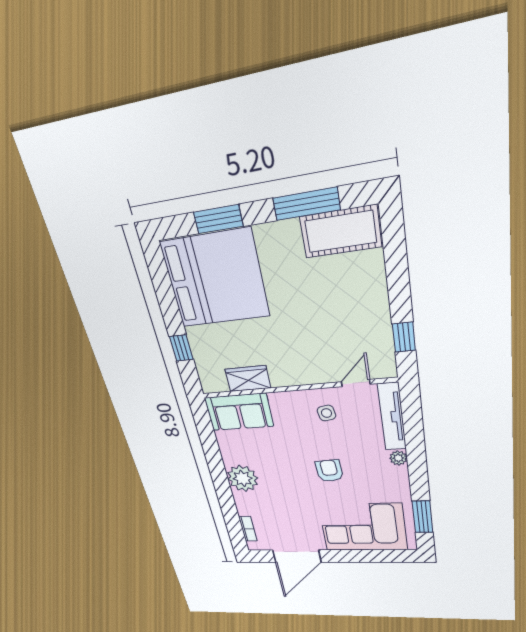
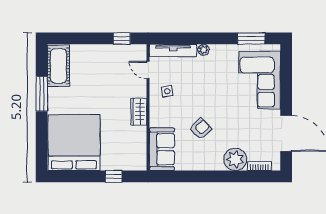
window: (306, 204) -> (42, 94), moved
window: (218, 219) -> (42, 132), removed
wardrobe: (248, 379) -> (139, 112), moved
armchair: (329, 471) -> (200, 129), moved, turned 140
plant: (243, 478) -> (235, 159), moved

